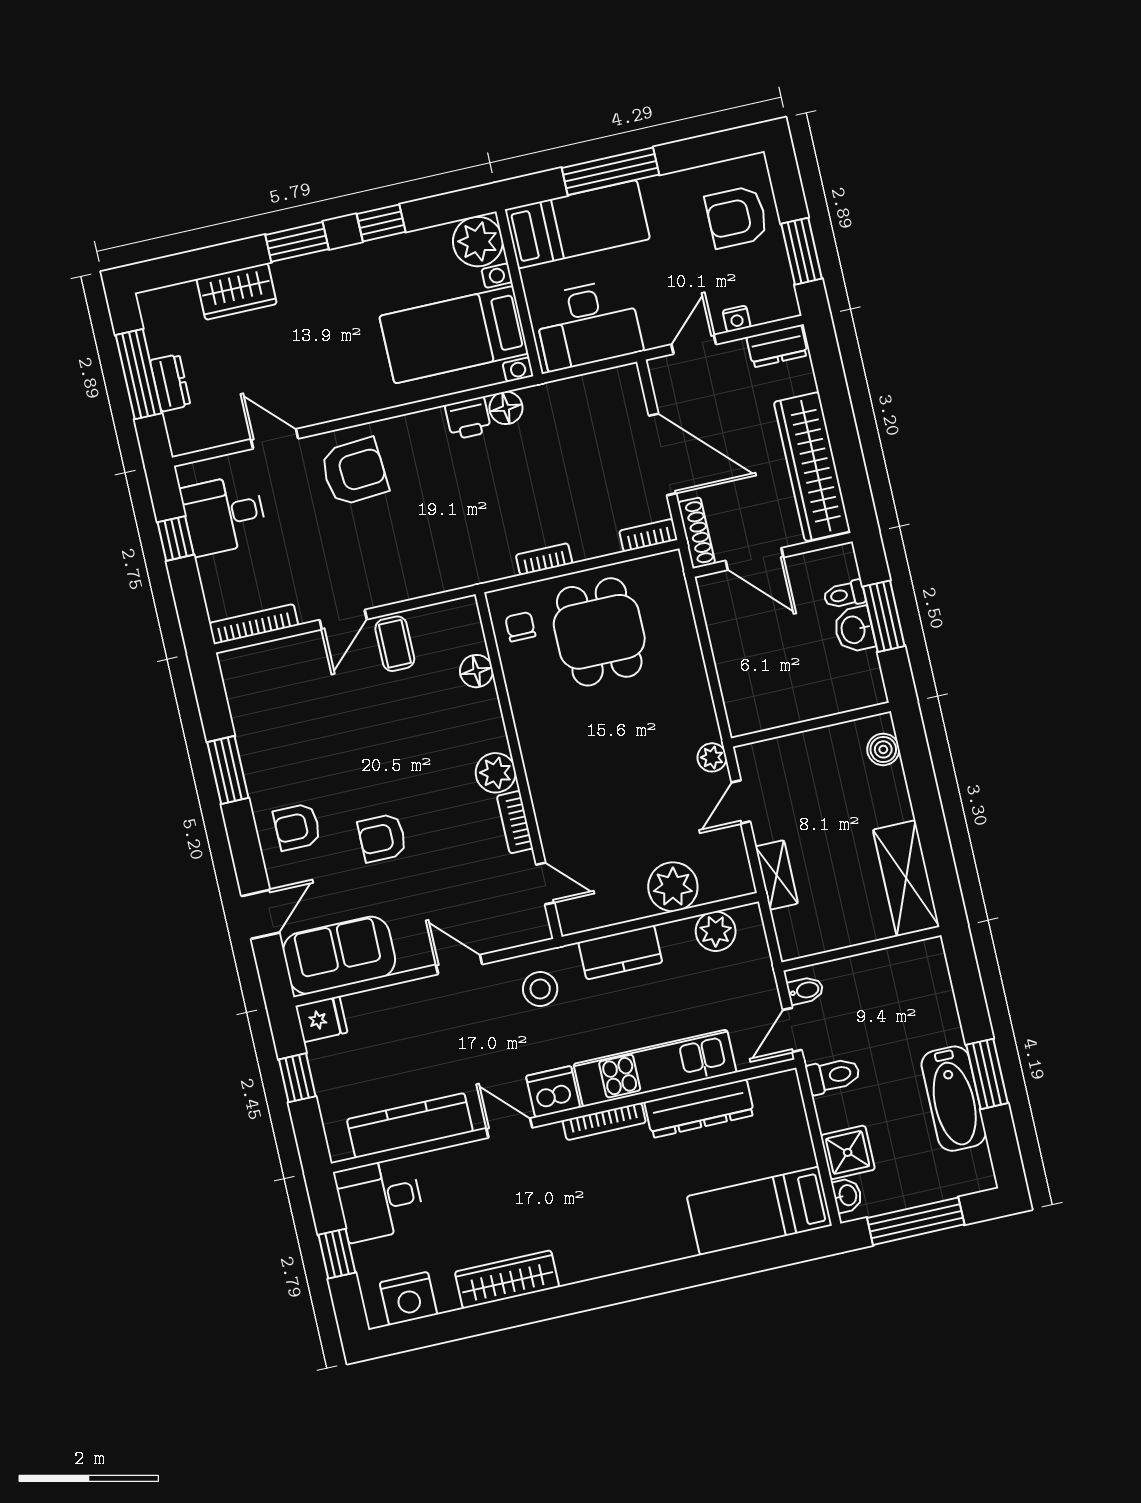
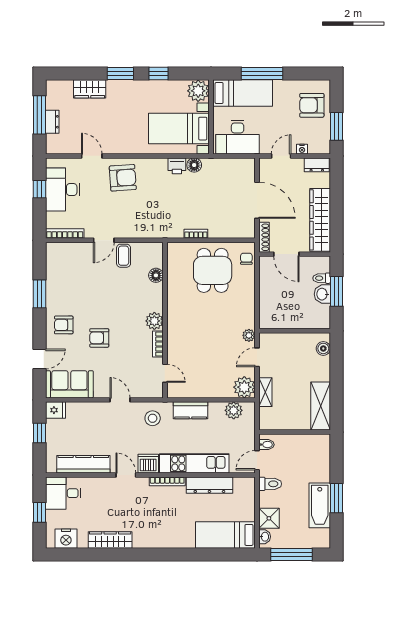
desk: (224, 515) -> (63, 190), width x1.37
bookcase: (648, 535) -> (243, 234), removed
chair: (520, 627) -> (246, 259), moved
plant: (673, 887) -> (244, 387), moved

